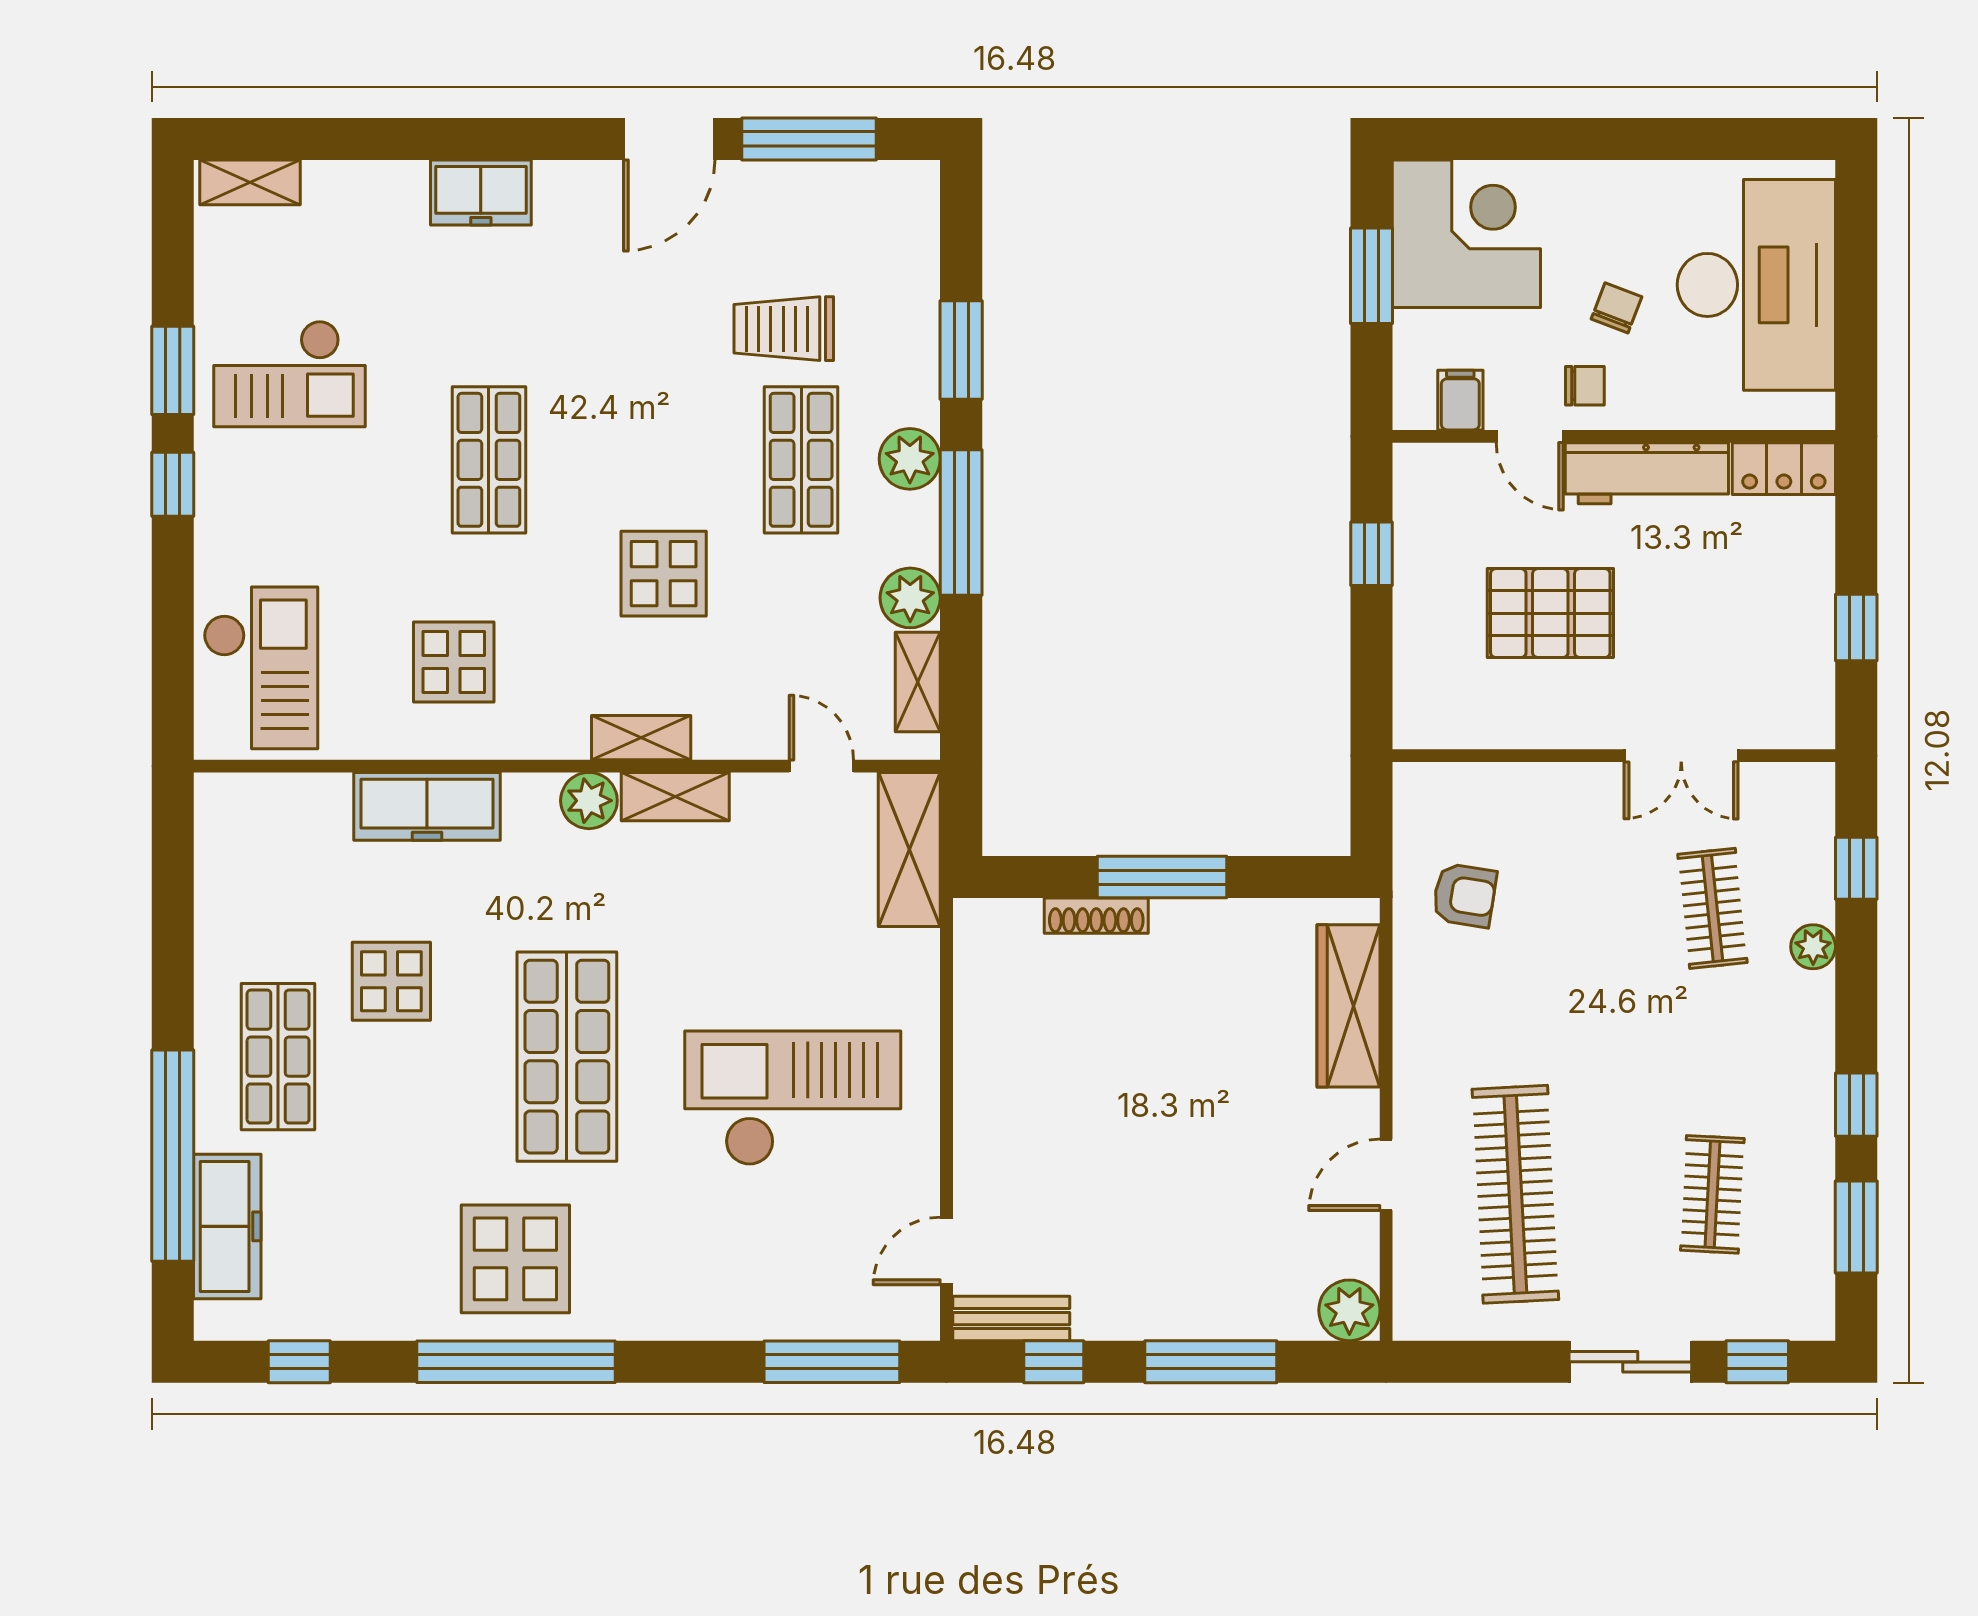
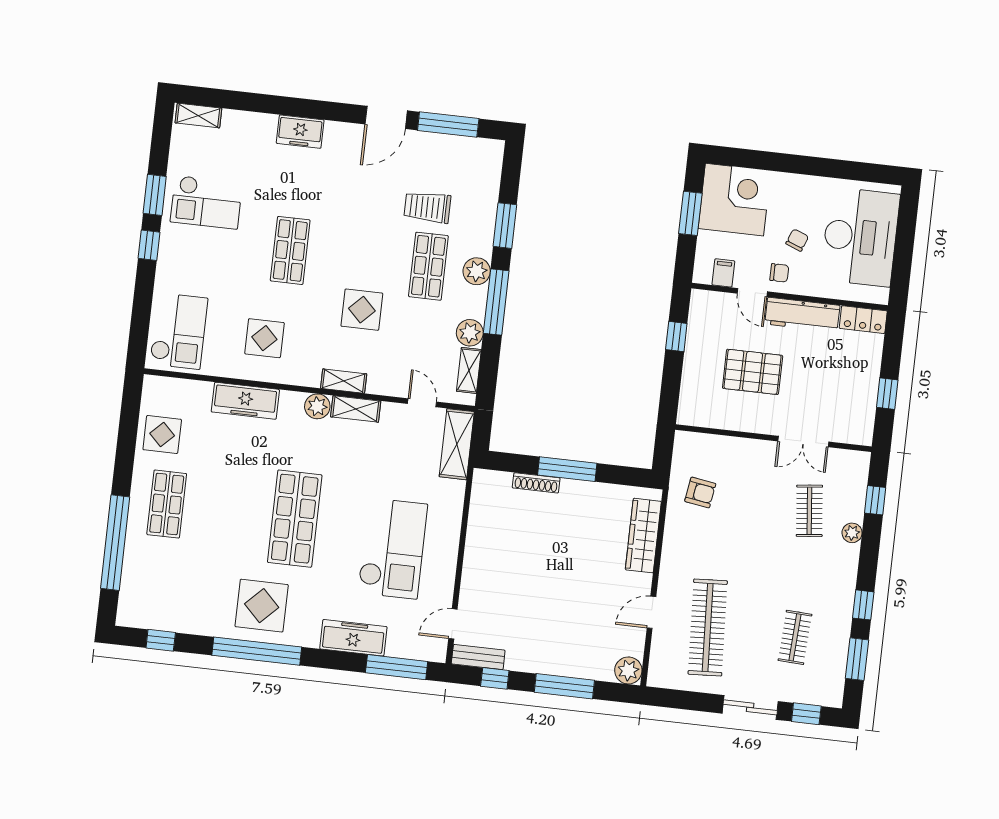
display table: (391, 981) -> (162, 435), moved
checkout: (793, 1098) -> (393, 548), turned 90
freezer: (227, 1226) -> (353, 638), moved, turned -90

